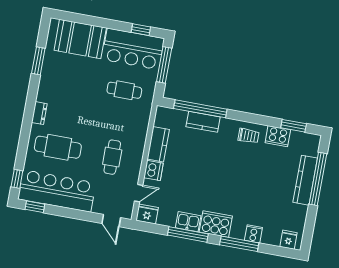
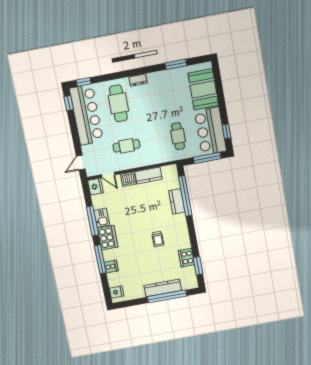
trolley: (249, 136) -> (158, 239), moved

